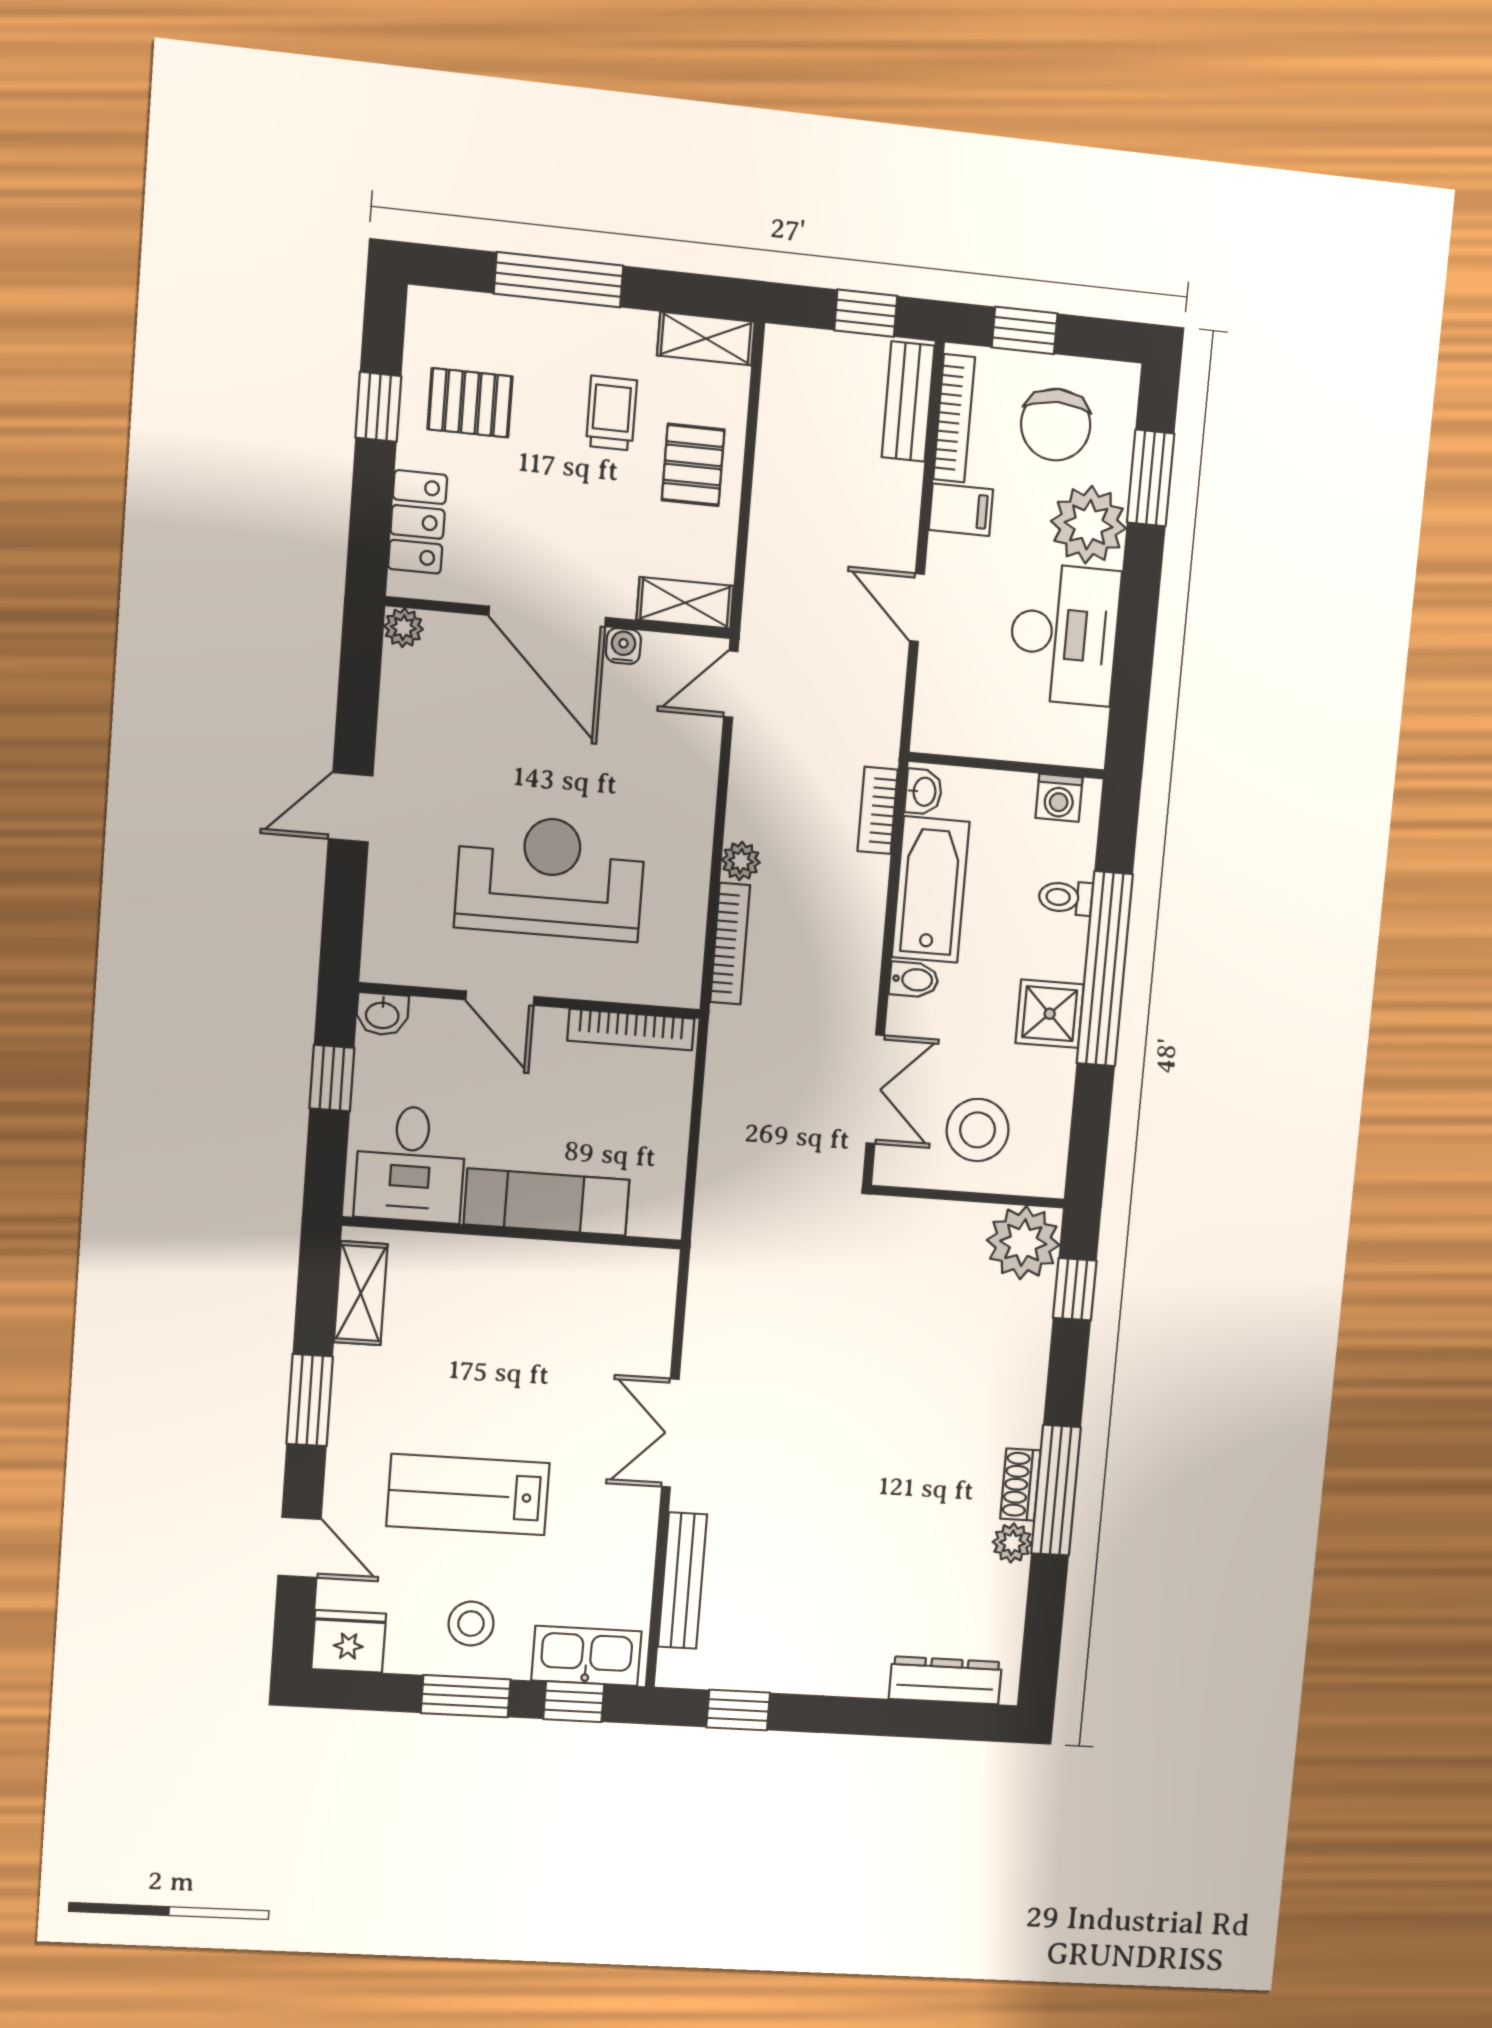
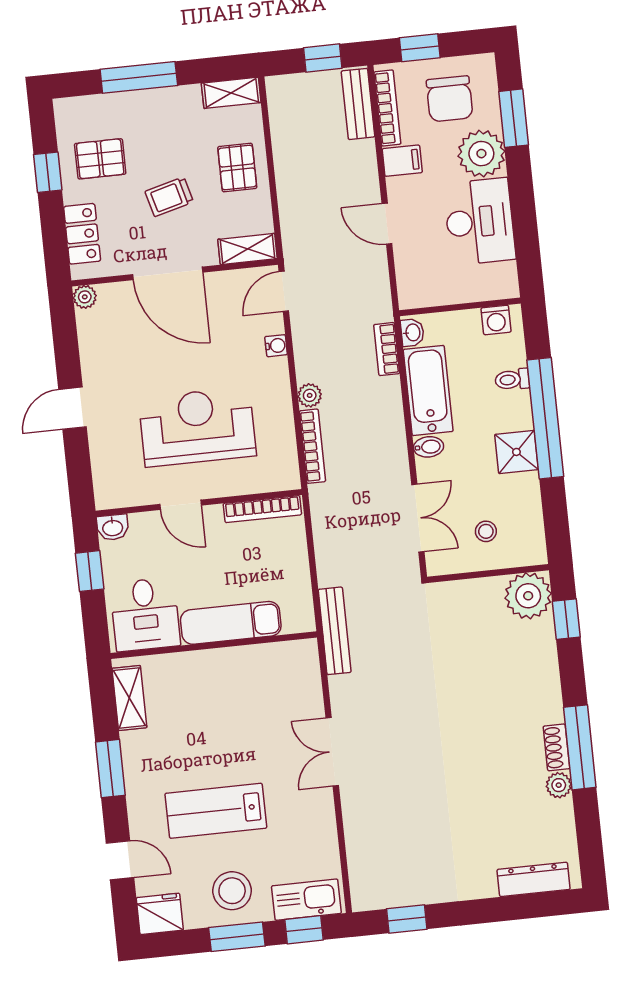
trolley: (611, 413) -> (169, 197), moved, turned -105
water cooler: (623, 646) -> (276, 346), moved, turned 90
stool: (978, 1130) -> (486, 531), width x0.53, depth x0.53
bench: (683, 1581) -> (335, 631), moved
stool: (471, 1624) -> (232, 891), width x1.38, depth x1.38

